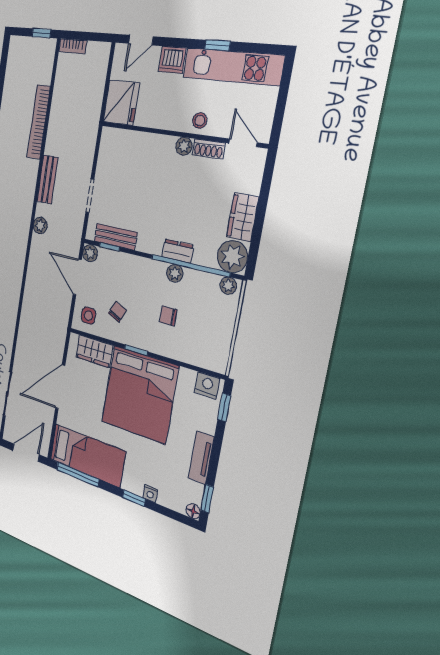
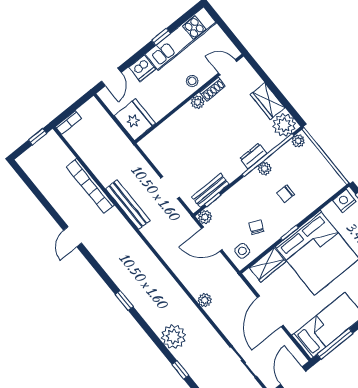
bench: (47, 179) -> (128, 205), width x1.36
plant: (40, 226) -> (205, 300), moved

